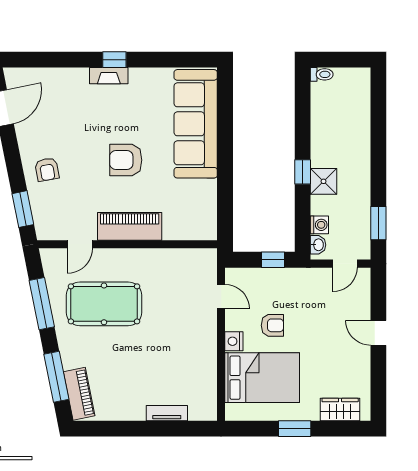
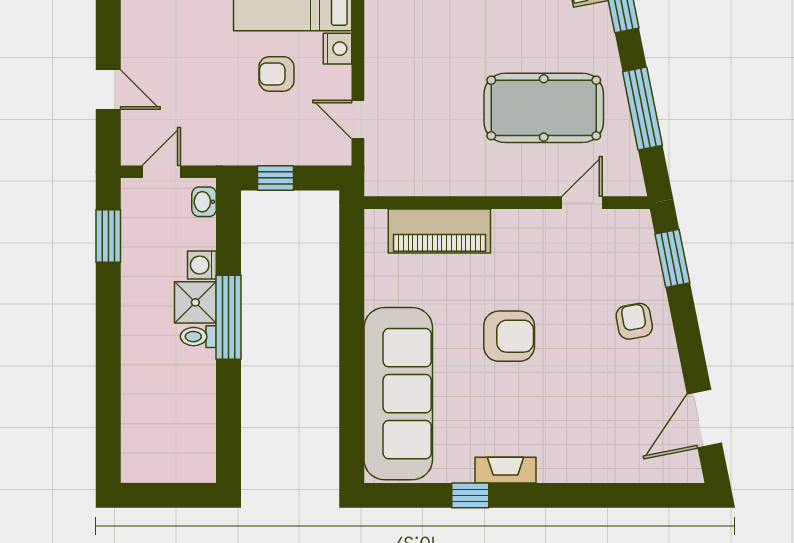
window: (114, 60) -> (470, 495), moved
toilet: (322, 74) -> (198, 337), moved
fireplace: (109, 76) -> (505, 470), moved
window: (303, 172) -> (228, 317), width x2.17
washing machine: (319, 225) -> (202, 265), moved
piano: (130, 226) -> (439, 231), moved
door: (378, 333) -> (108, 90), moved

